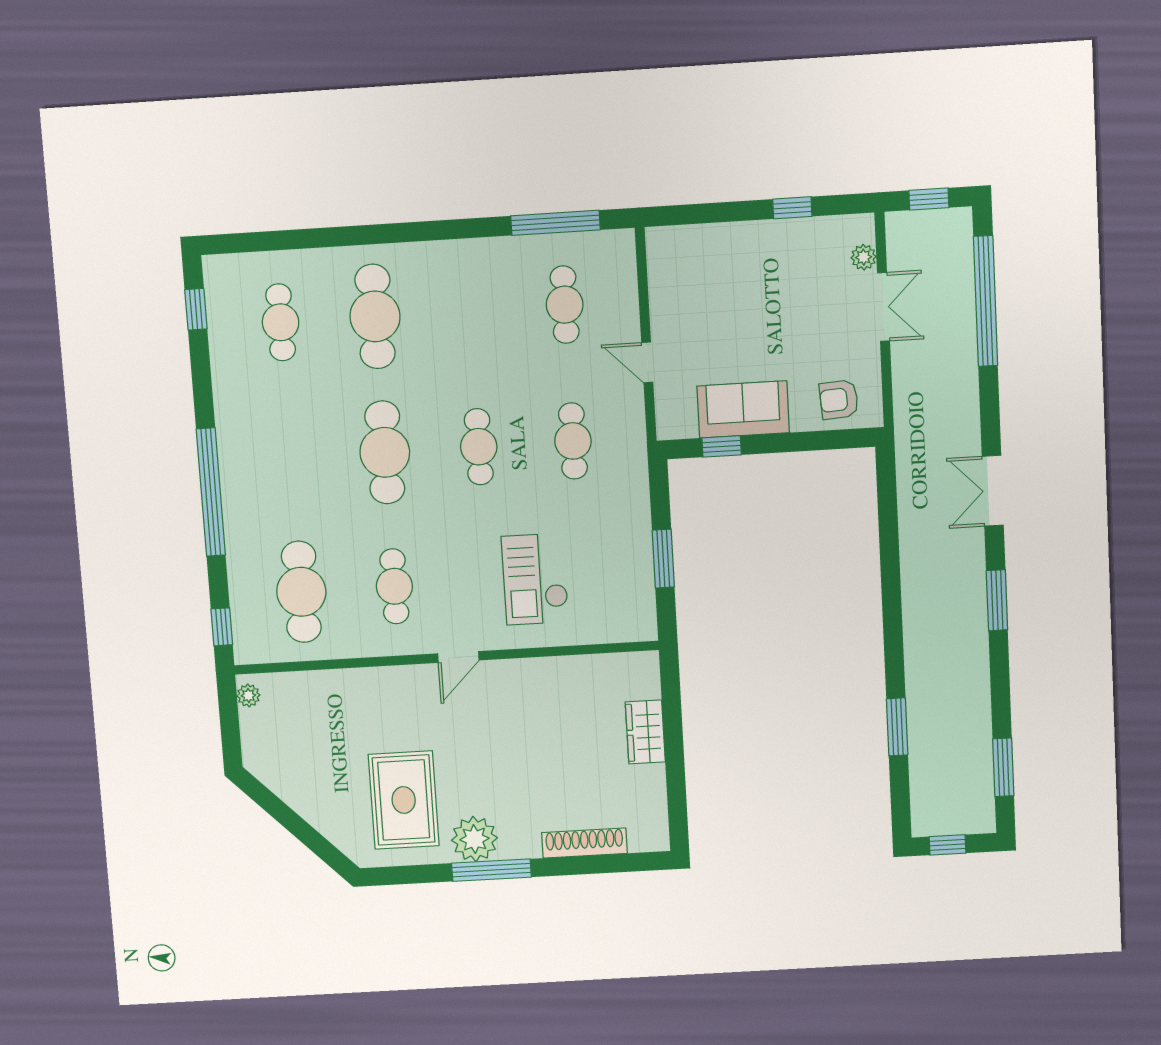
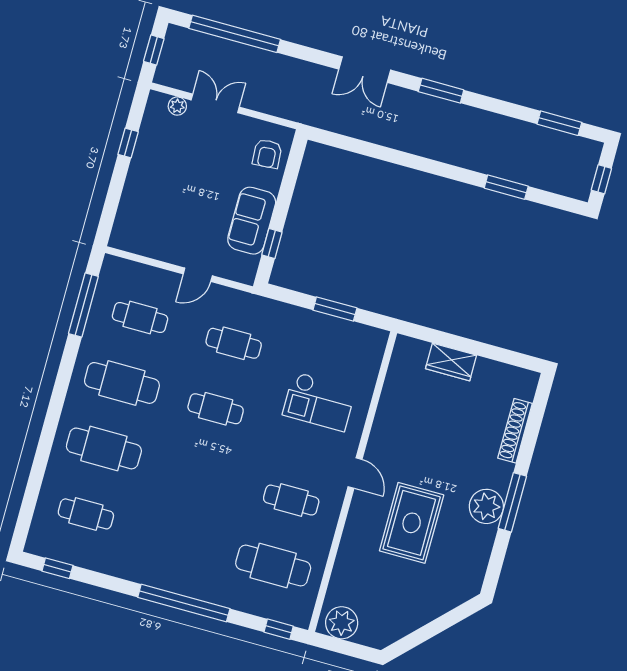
cafe table: (385, 452) -> (122, 383), moved
plant: (248, 696) -> (342, 623), width x1.87, depth x1.87
rug: (404, 800) -> (412, 523), moved, turned 90

